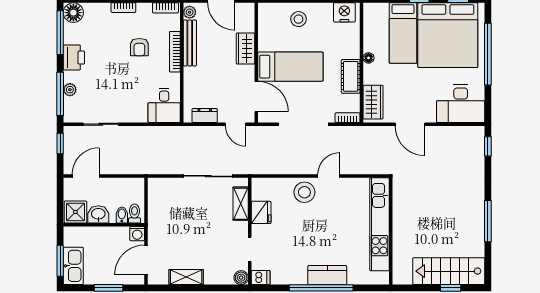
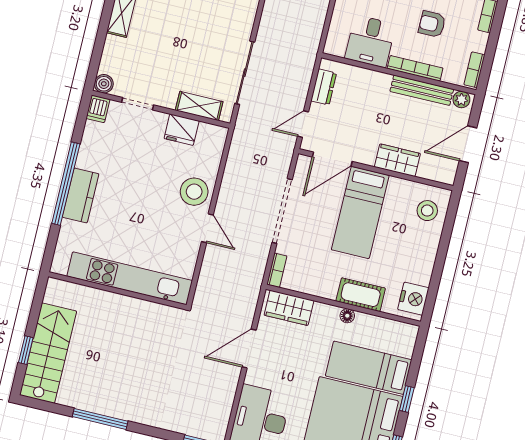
stool: (298, 19) -> (427, 211), moved
cot: (351, 76) -> (361, 295), moved
desk: (164, 105) -> (370, 41), moved, turned -90

